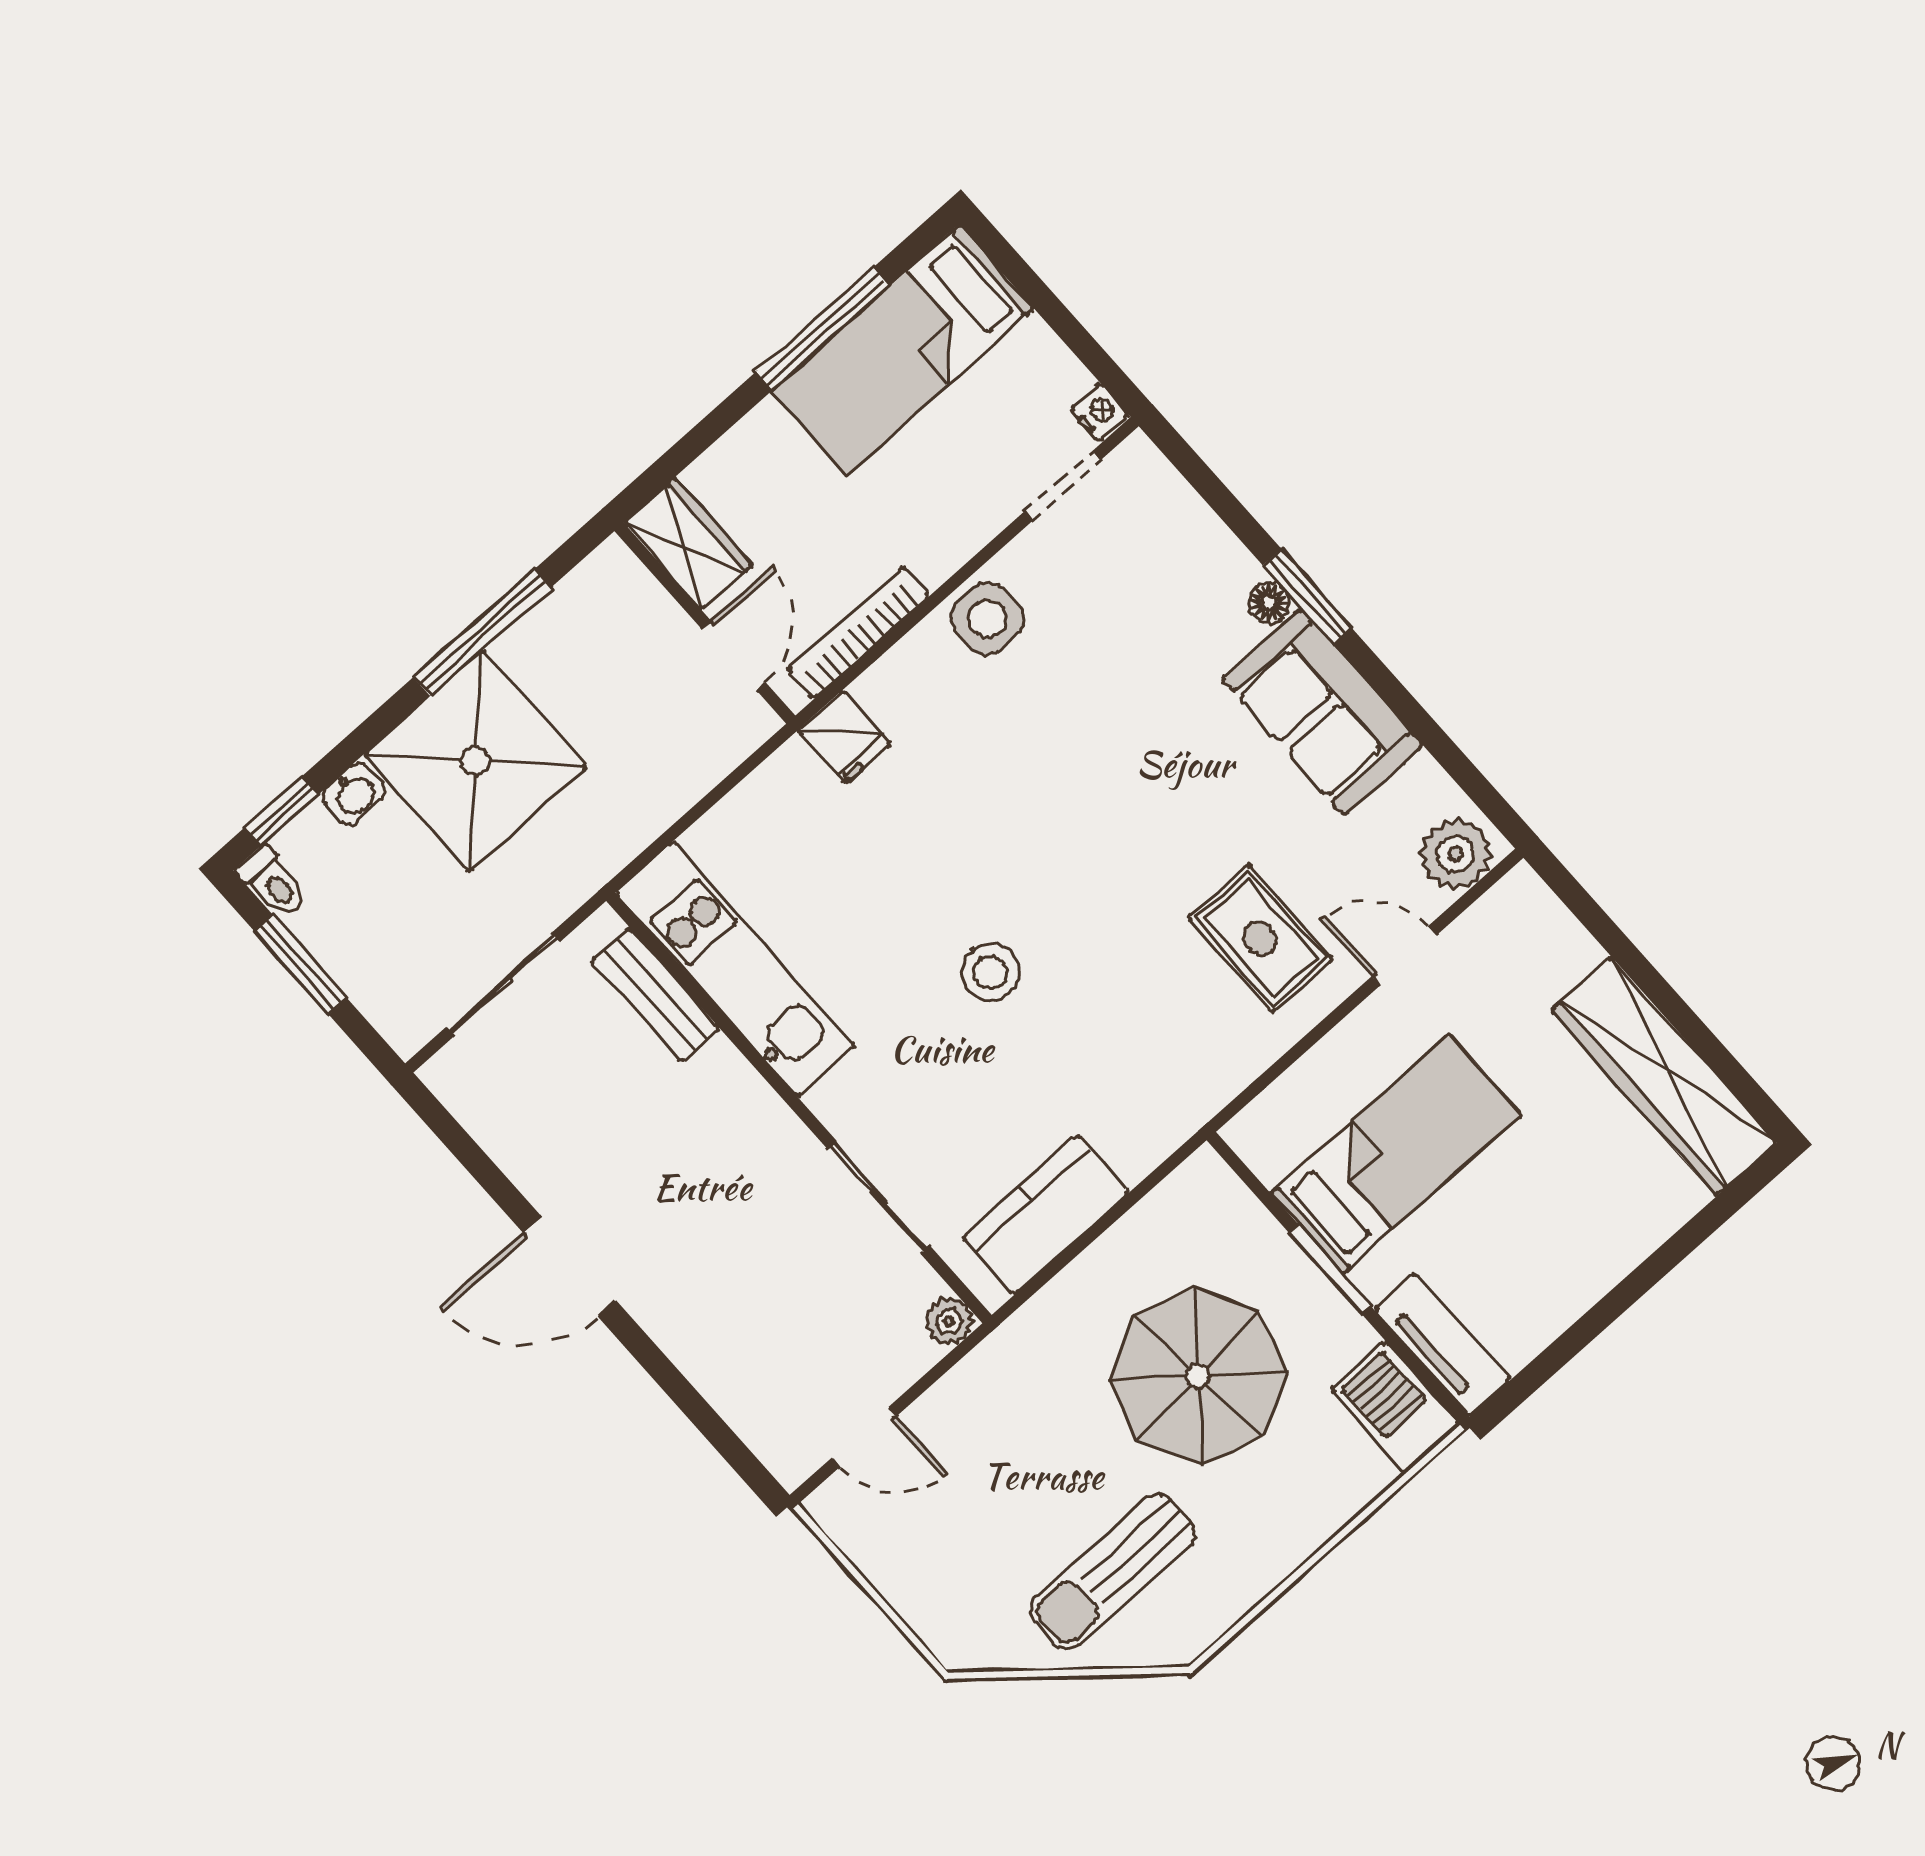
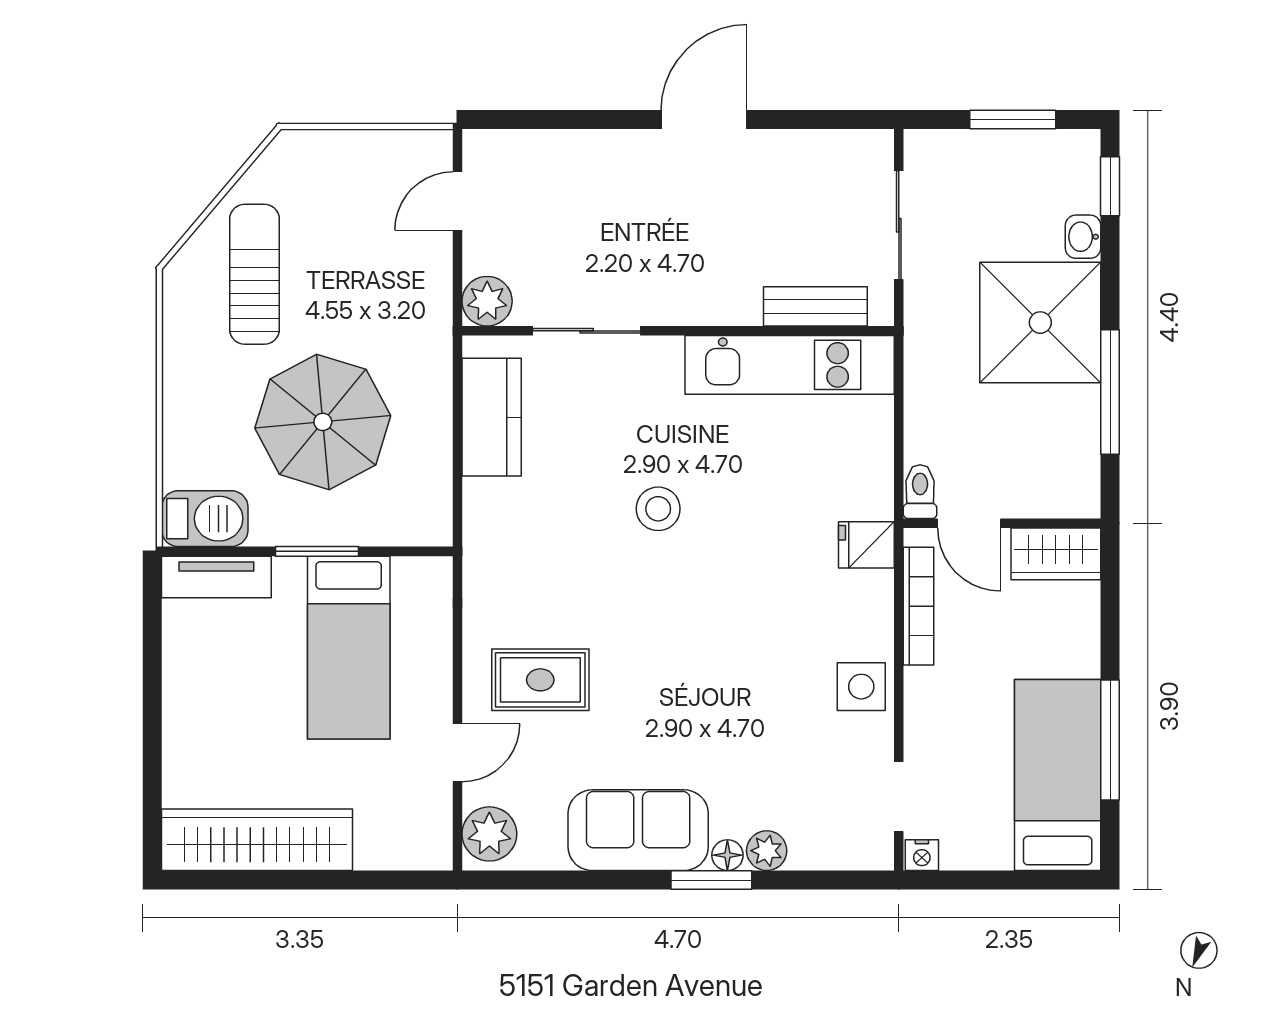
plant: (1230, 568) -> (767, 851), added
toilet: (273, 882) -> (920, 492), moved, turned 90
plant: (949, 1321) -> (487, 301), width x1.38, depth x1.38

